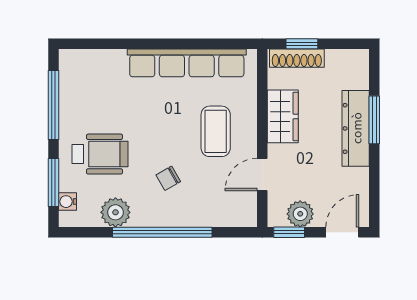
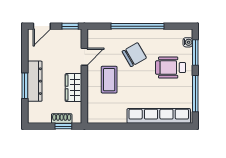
shoe rack: (297, 58) -> (62, 119), width x0.70
row of seats: (187, 63) -> (159, 116), moved
chair: (168, 178) -> (134, 55), width x1.87, depth x1.87
plant: (115, 212) -> (162, 37), removed
plant: (300, 214) -> (64, 36), removed

